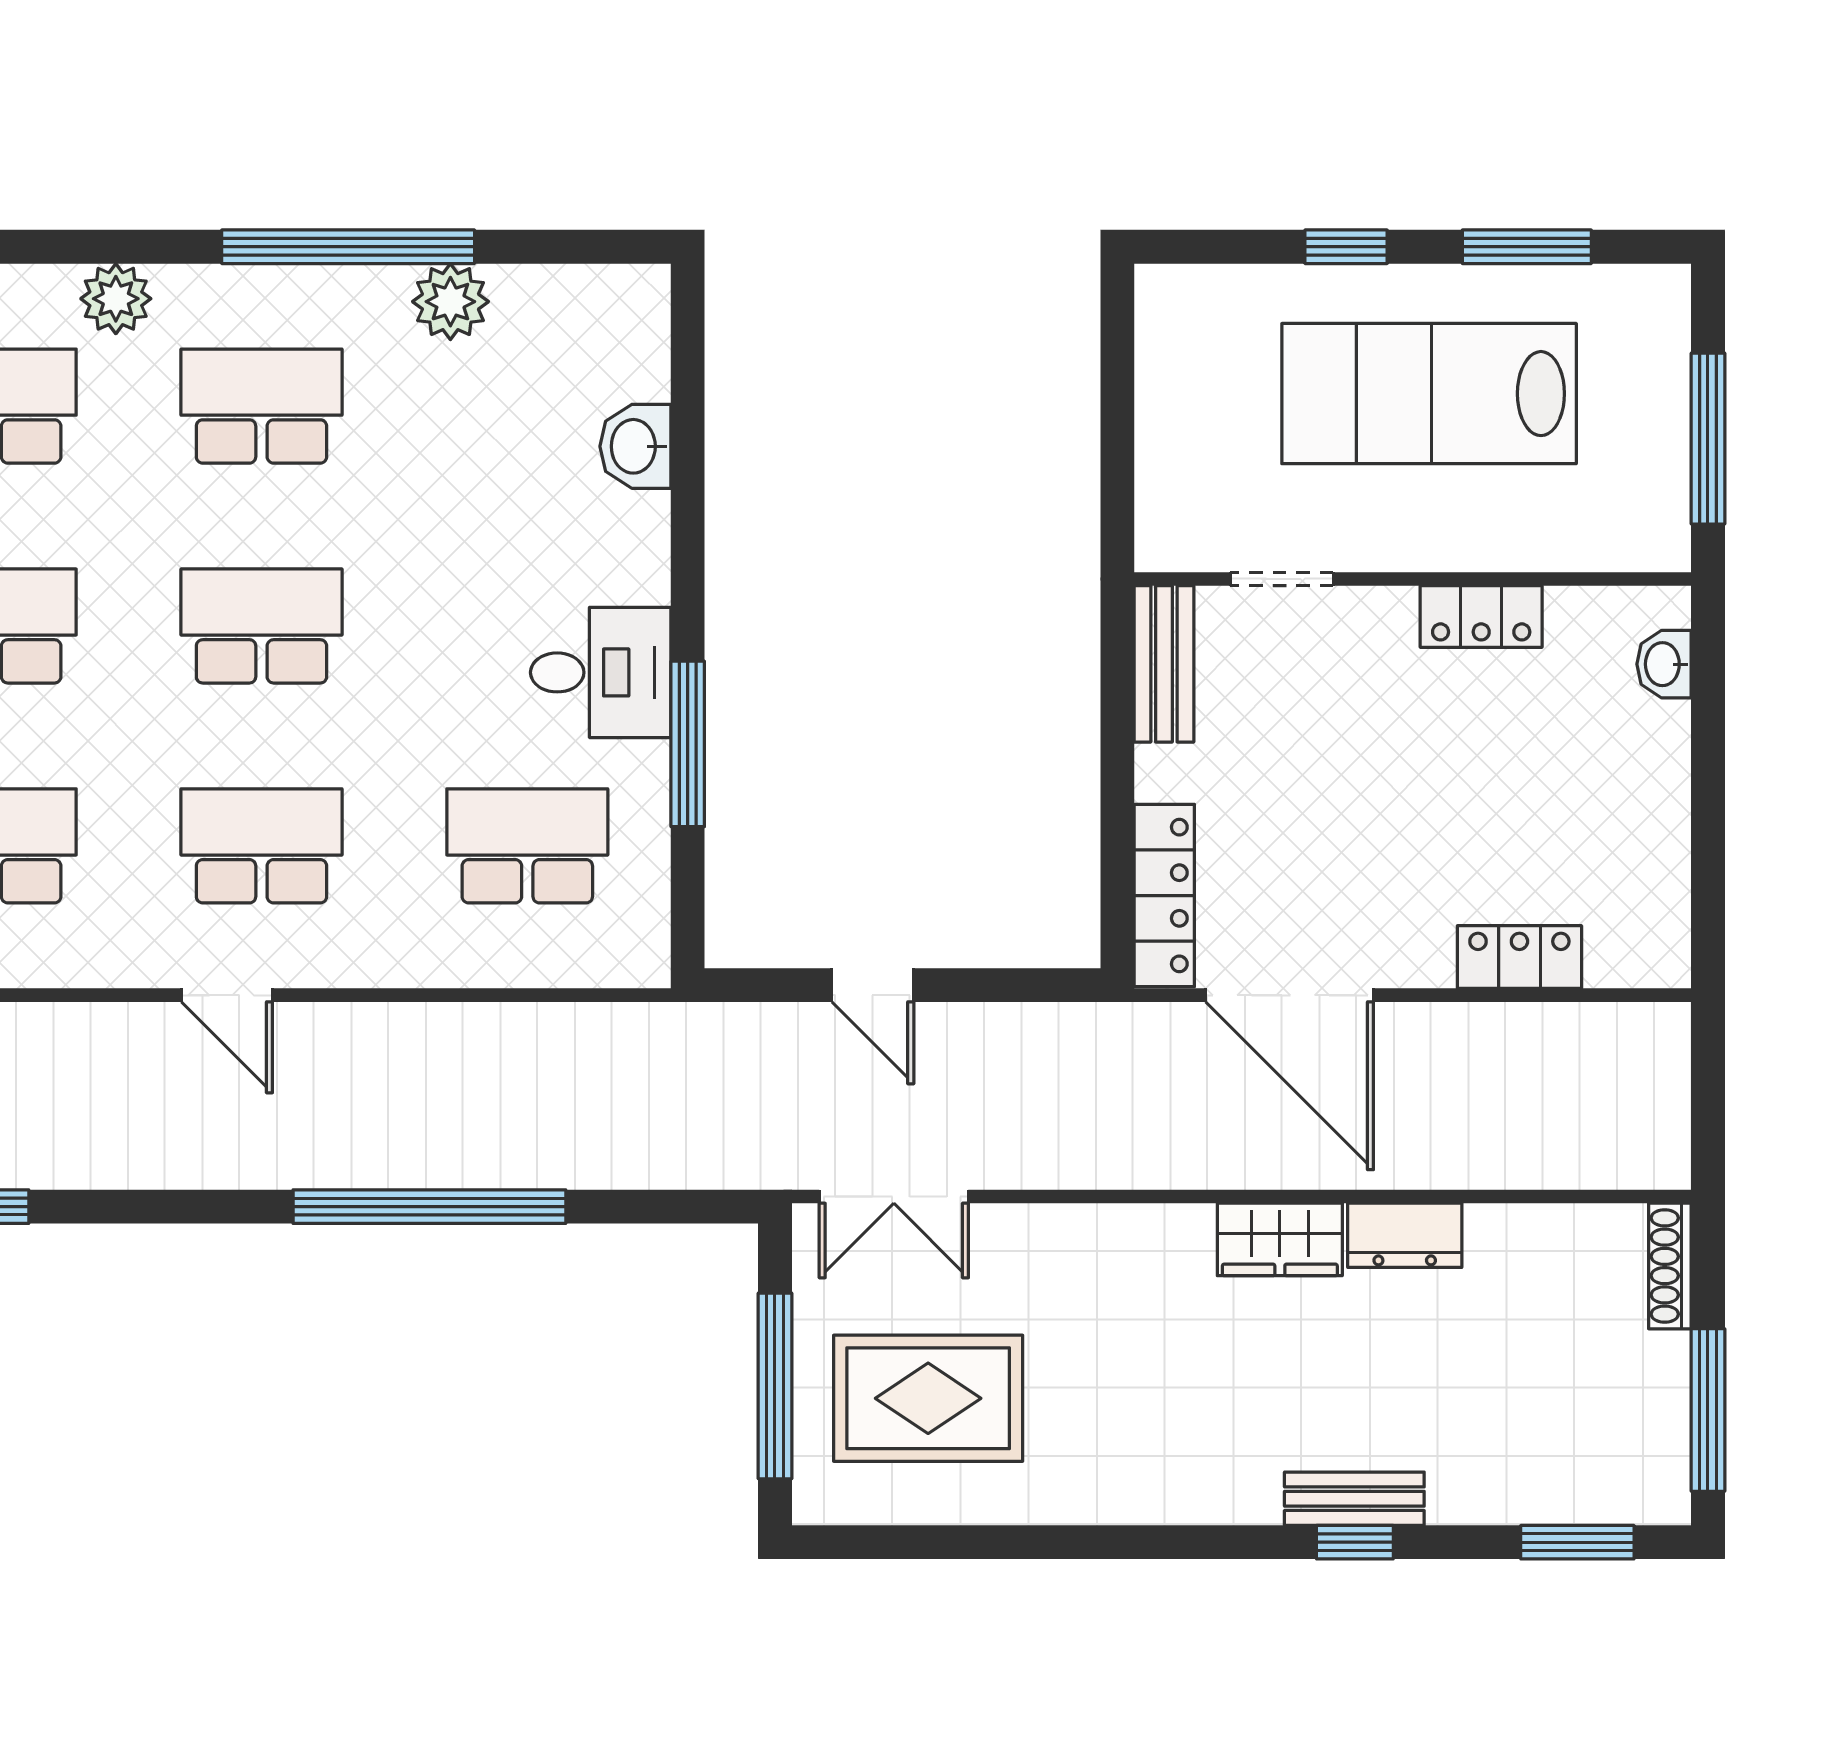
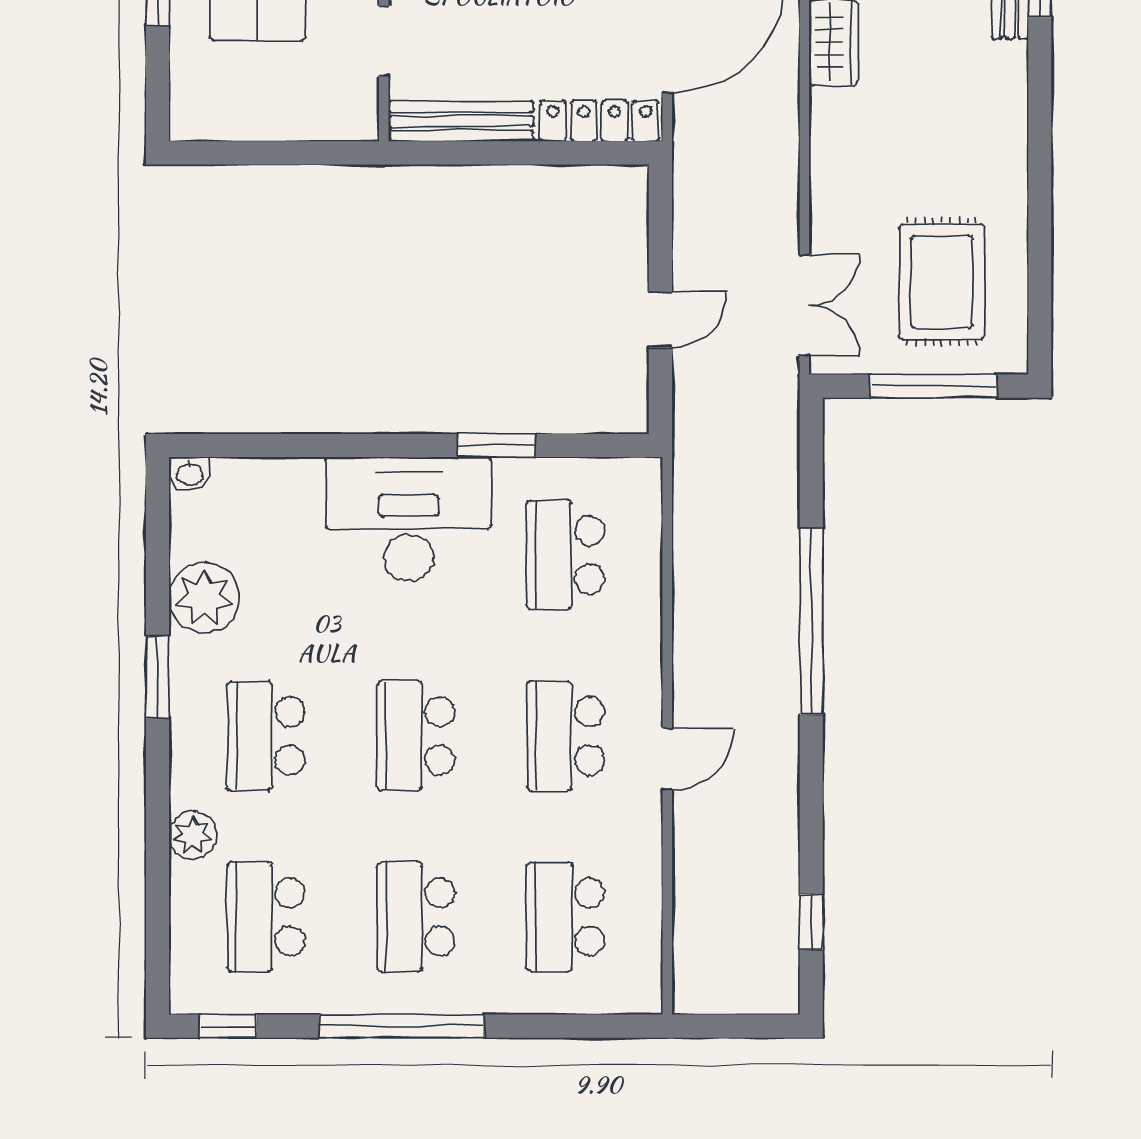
window: (348, 247) -> (157, 677), width x0.47
plant: (450, 302) -> (204, 598), width x1.36, depth x1.36
washbasin: (635, 446) -> (190, 474), moved, width x0.72, depth x0.69
bench: (1164, 664) -> (461, 121), width x1.36
desk: (601, 672) -> (409, 519), width x1.87, depth x1.30
window: (688, 744) -> (496, 446), width x0.69

